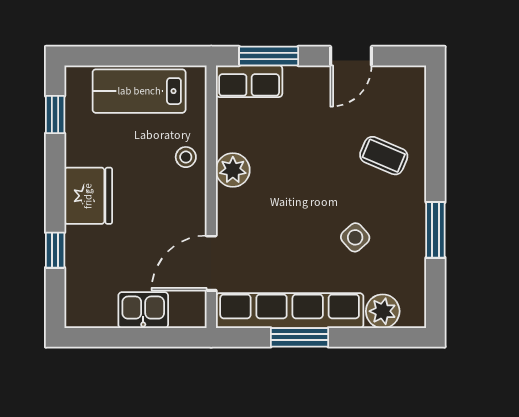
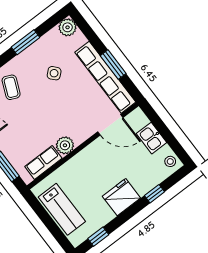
row of seats: (249, 81) -> (43, 162), moved, turned -90
stool: (186, 157) -> (170, 161), moved
plant: (383, 311) -> (68, 27), moved

